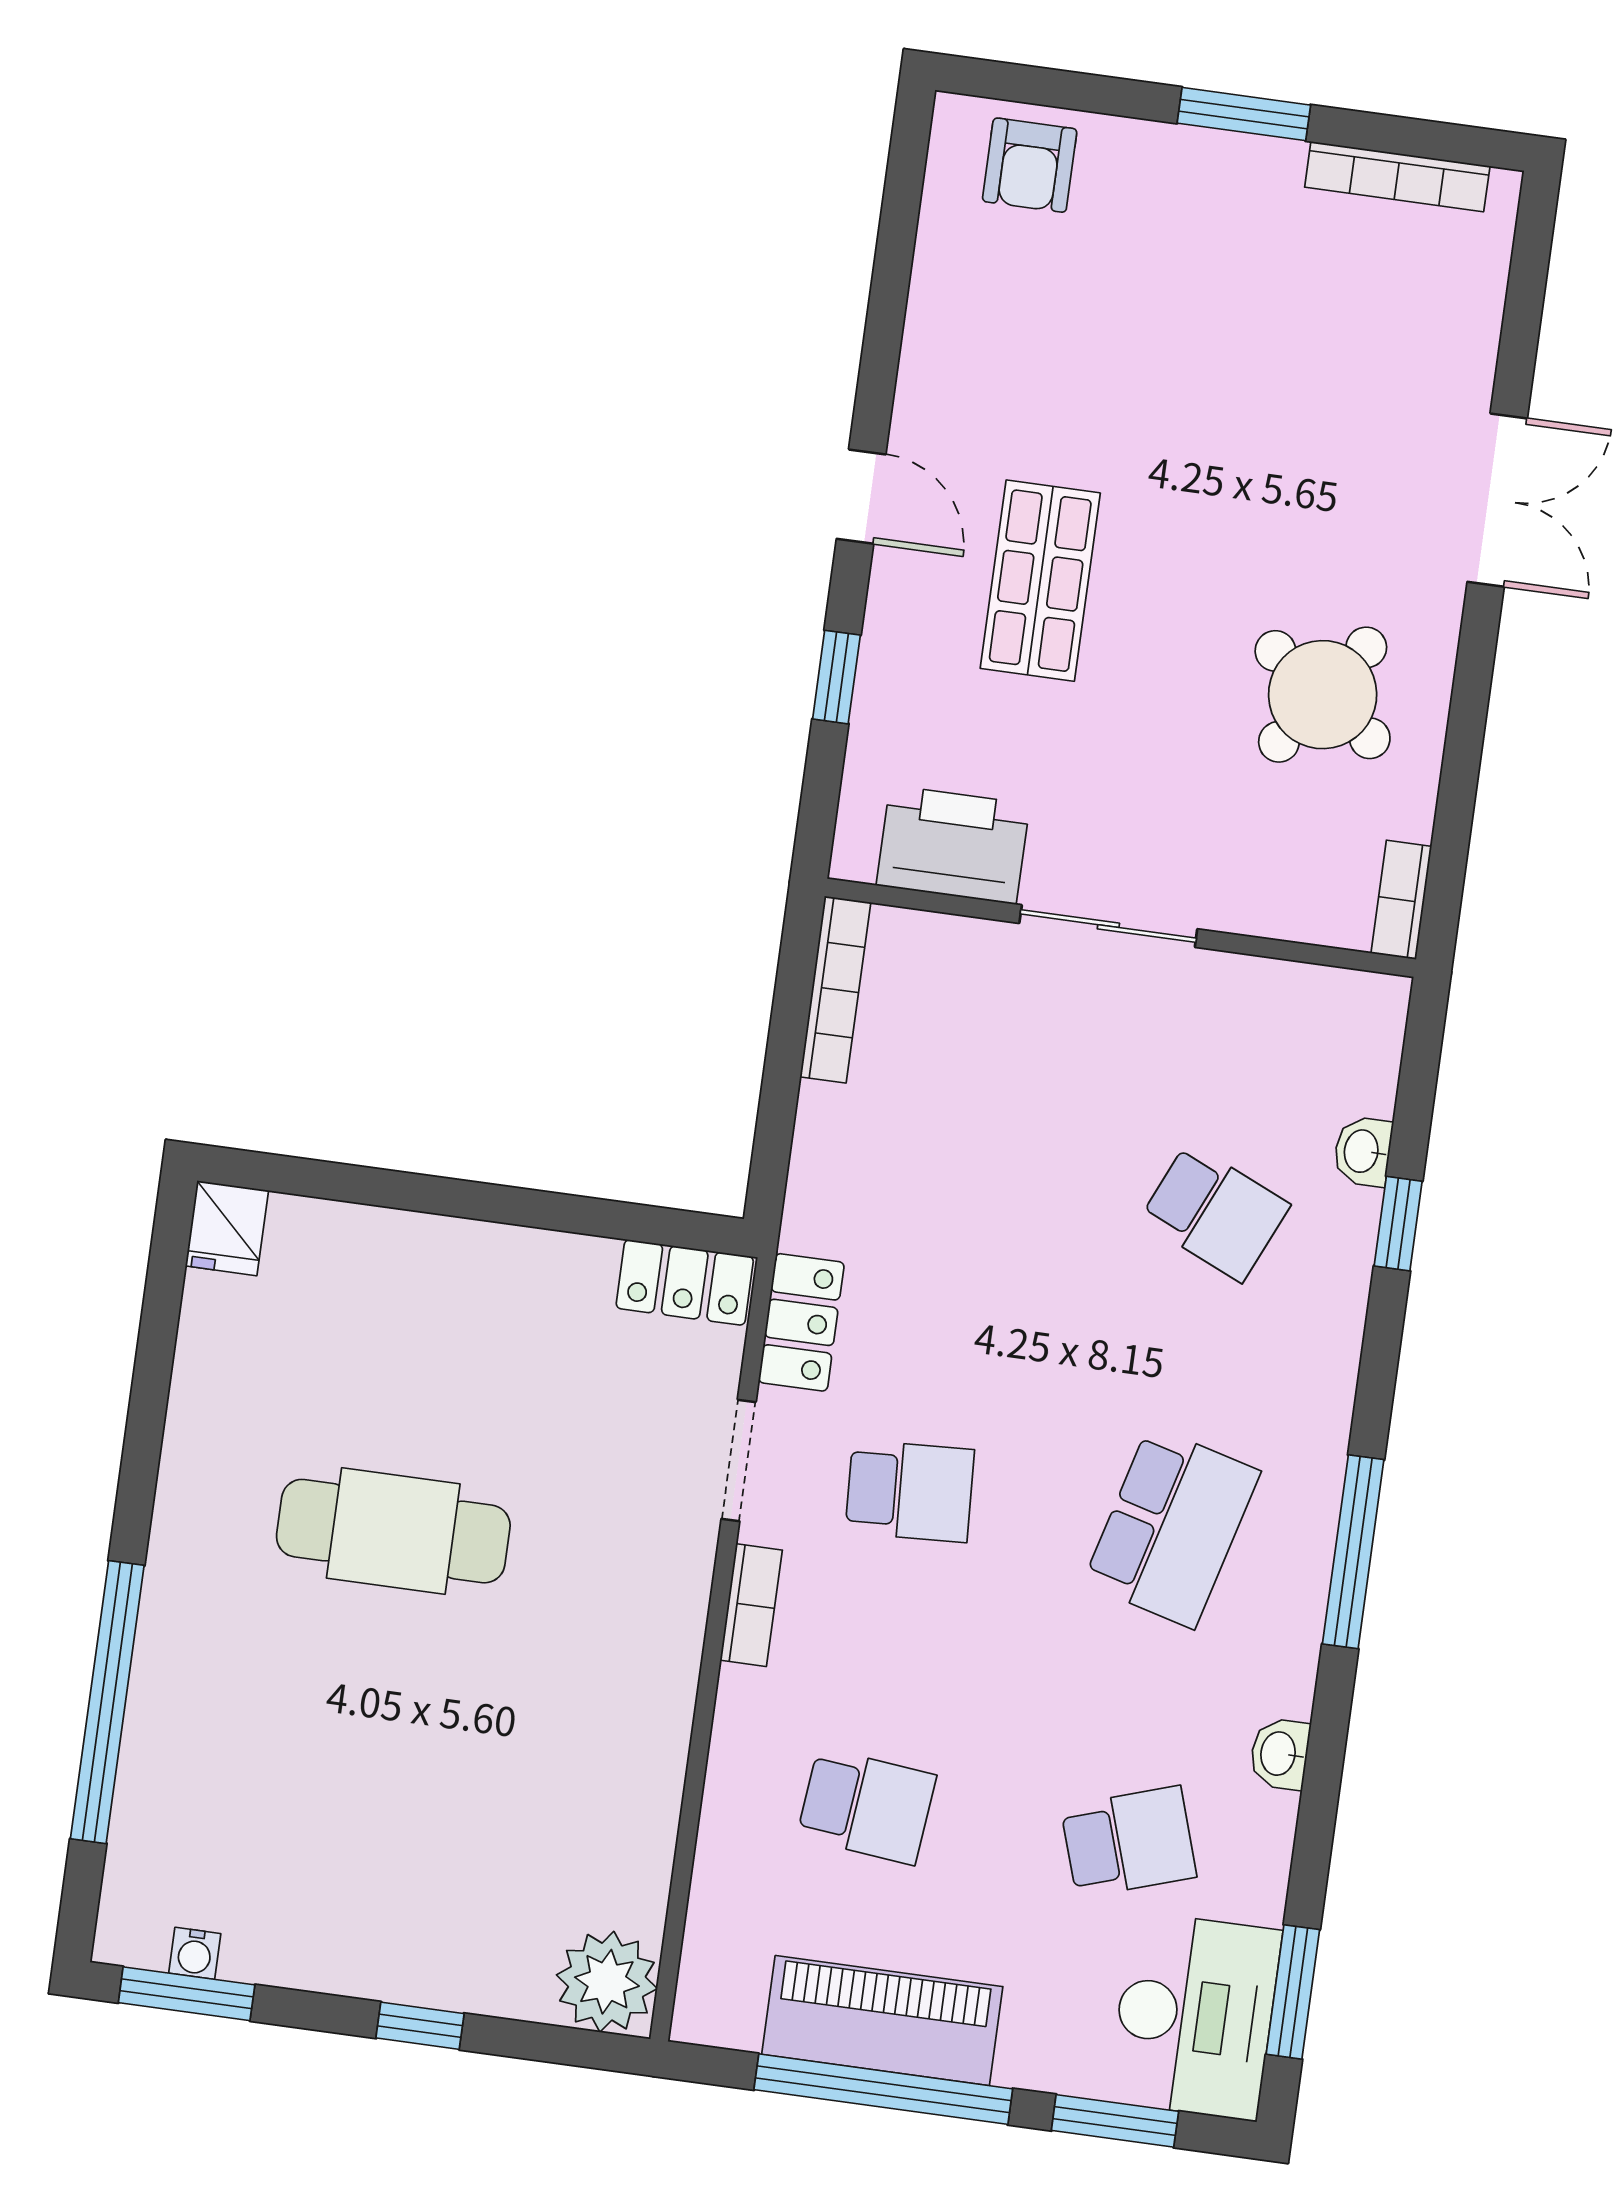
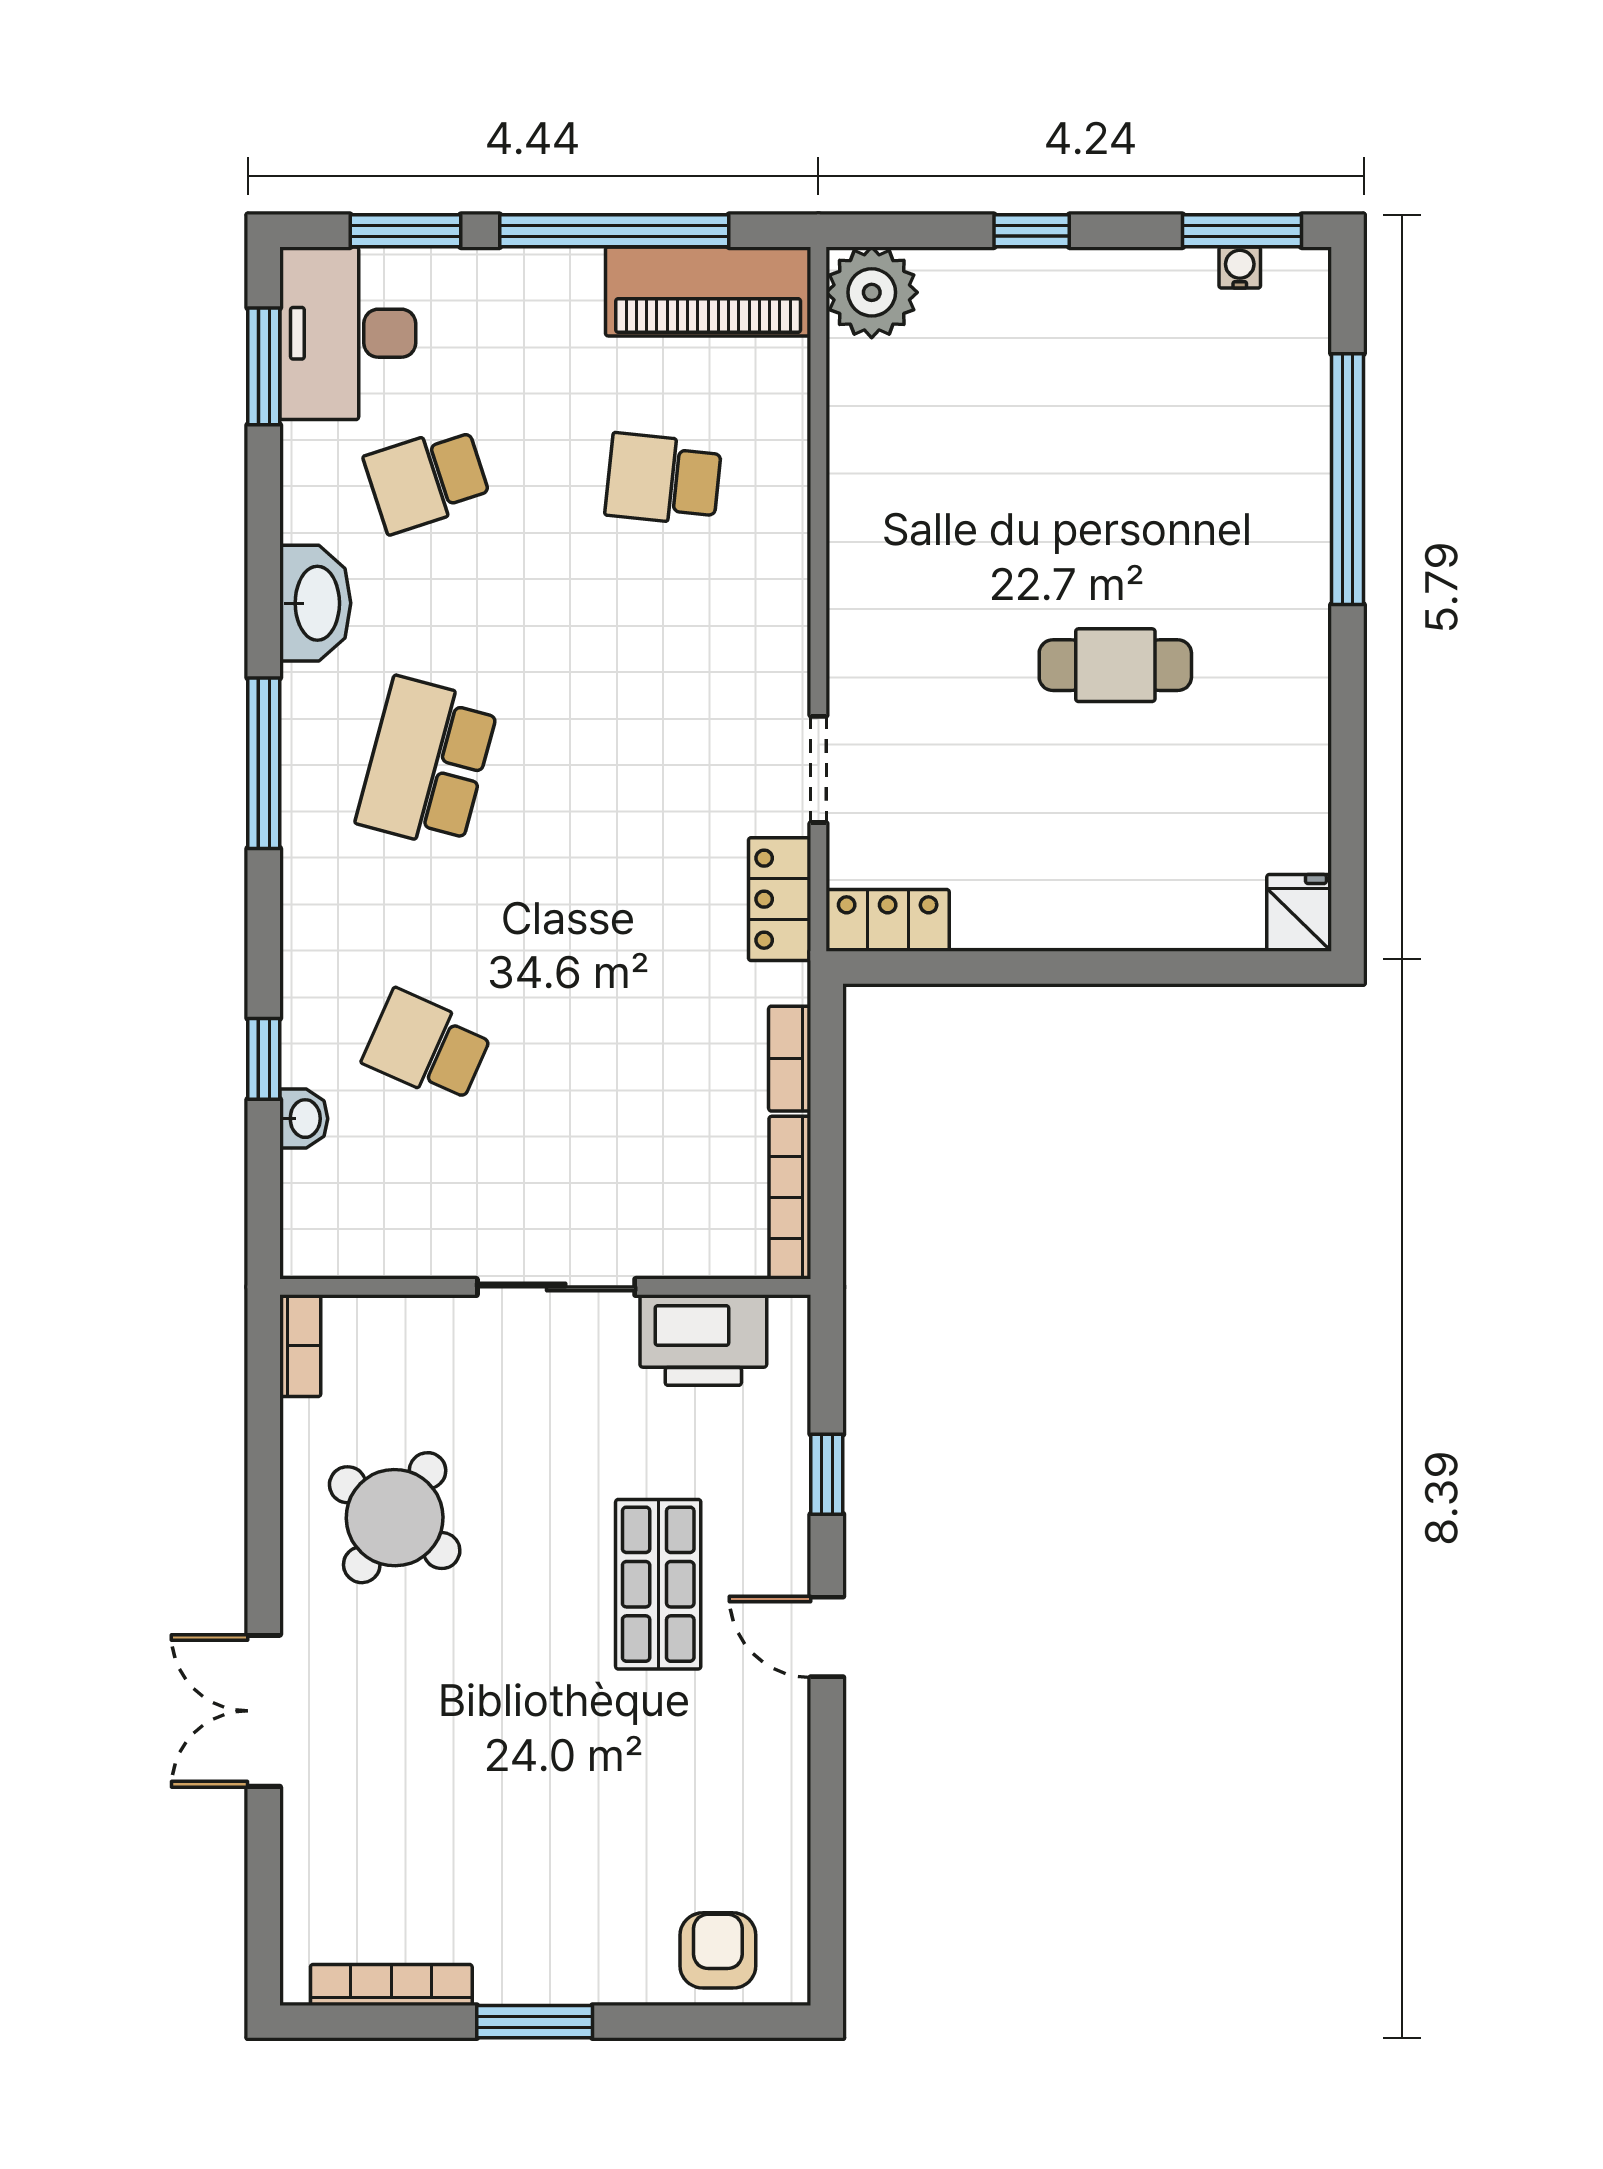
school desk: (910, 1491) -> (663, 763), removed
cafe table: (393, 1531) -> (1115, 665), width x0.73, depth x0.74
bookcase: (751, 1605) -> (790, 1059), moved
washbasin: (1280, 1754) -> (315, 603), width x1.91, depth x1.45
piano: (882, 2020) -> (708, 291), moved

